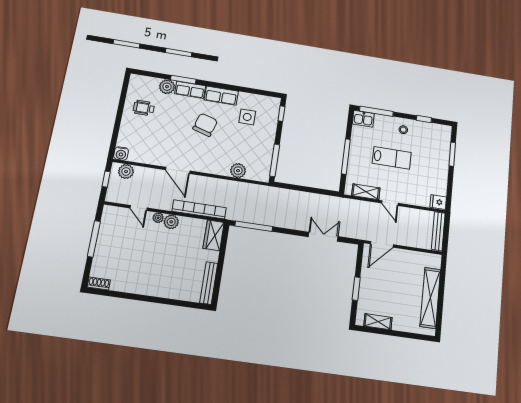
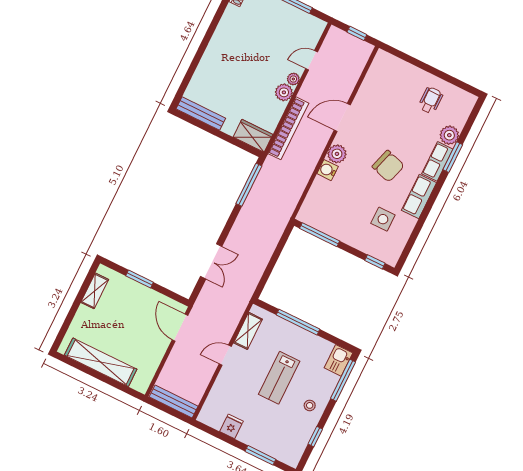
water cooler: (121, 154) -> (328, 170), moved
plant: (126, 171) -> (359, 58), removed
plant: (238, 171) -> (337, 154), moved
fridge: (438, 202) -> (231, 426), moved

